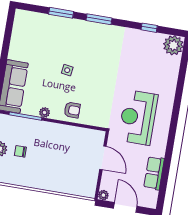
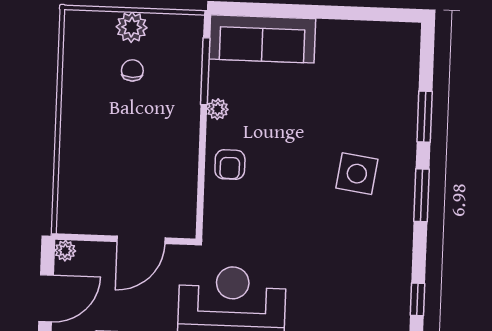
side table: (67, 70) -> (357, 174), moved, width x1.87, depth x1.87

